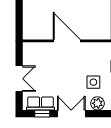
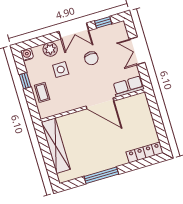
chair: (63, 84) -> (91, 58), added
row of seats: (41, 103) -> (128, 86), moved, turned 180

